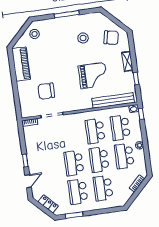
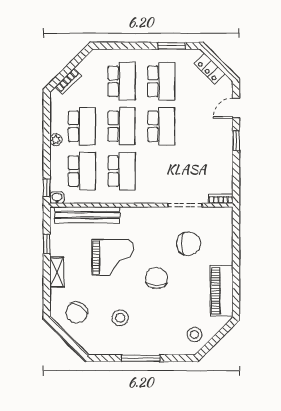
chair: (111, 38) -> (77, 312), turned -70
chair: (64, 66) -> (157, 278), added
grand piano: (93, 76) -> (113, 258), turned 180

